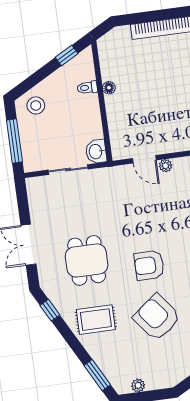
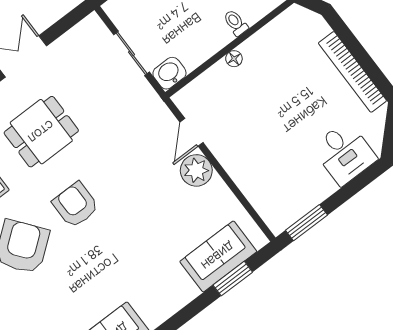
floor lamp: (109, 88) -> (234, 59), moved
plant: (166, 166) -> (196, 170), width x1.88, depth x1.88

